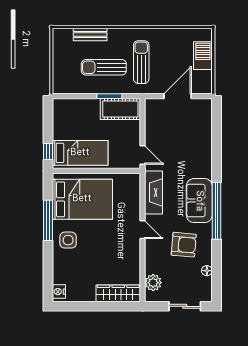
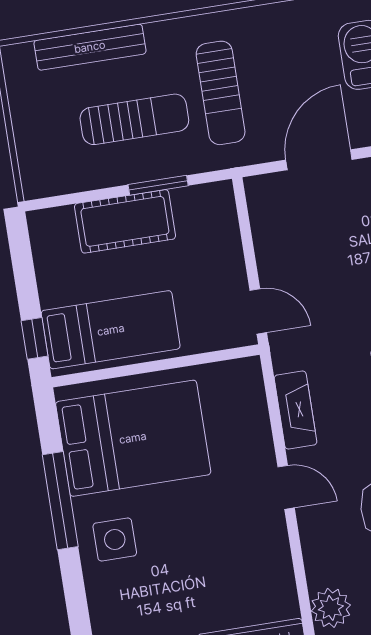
bench: (90, 34) -> (90, 47), width x1.36
sun lounger: (141, 62) -> (221, 93), turned 180
sun lounger: (104, 67) -> (134, 119), turned 180
cot: (120, 109) -> (125, 221), moved
fireplace: (154, 192) -> (296, 410), width x0.73, depth x0.76

